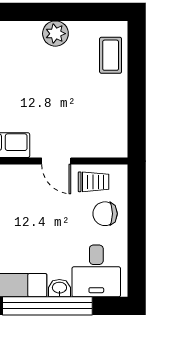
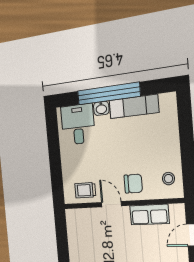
chair: (105, 214) -> (133, 184), moved

